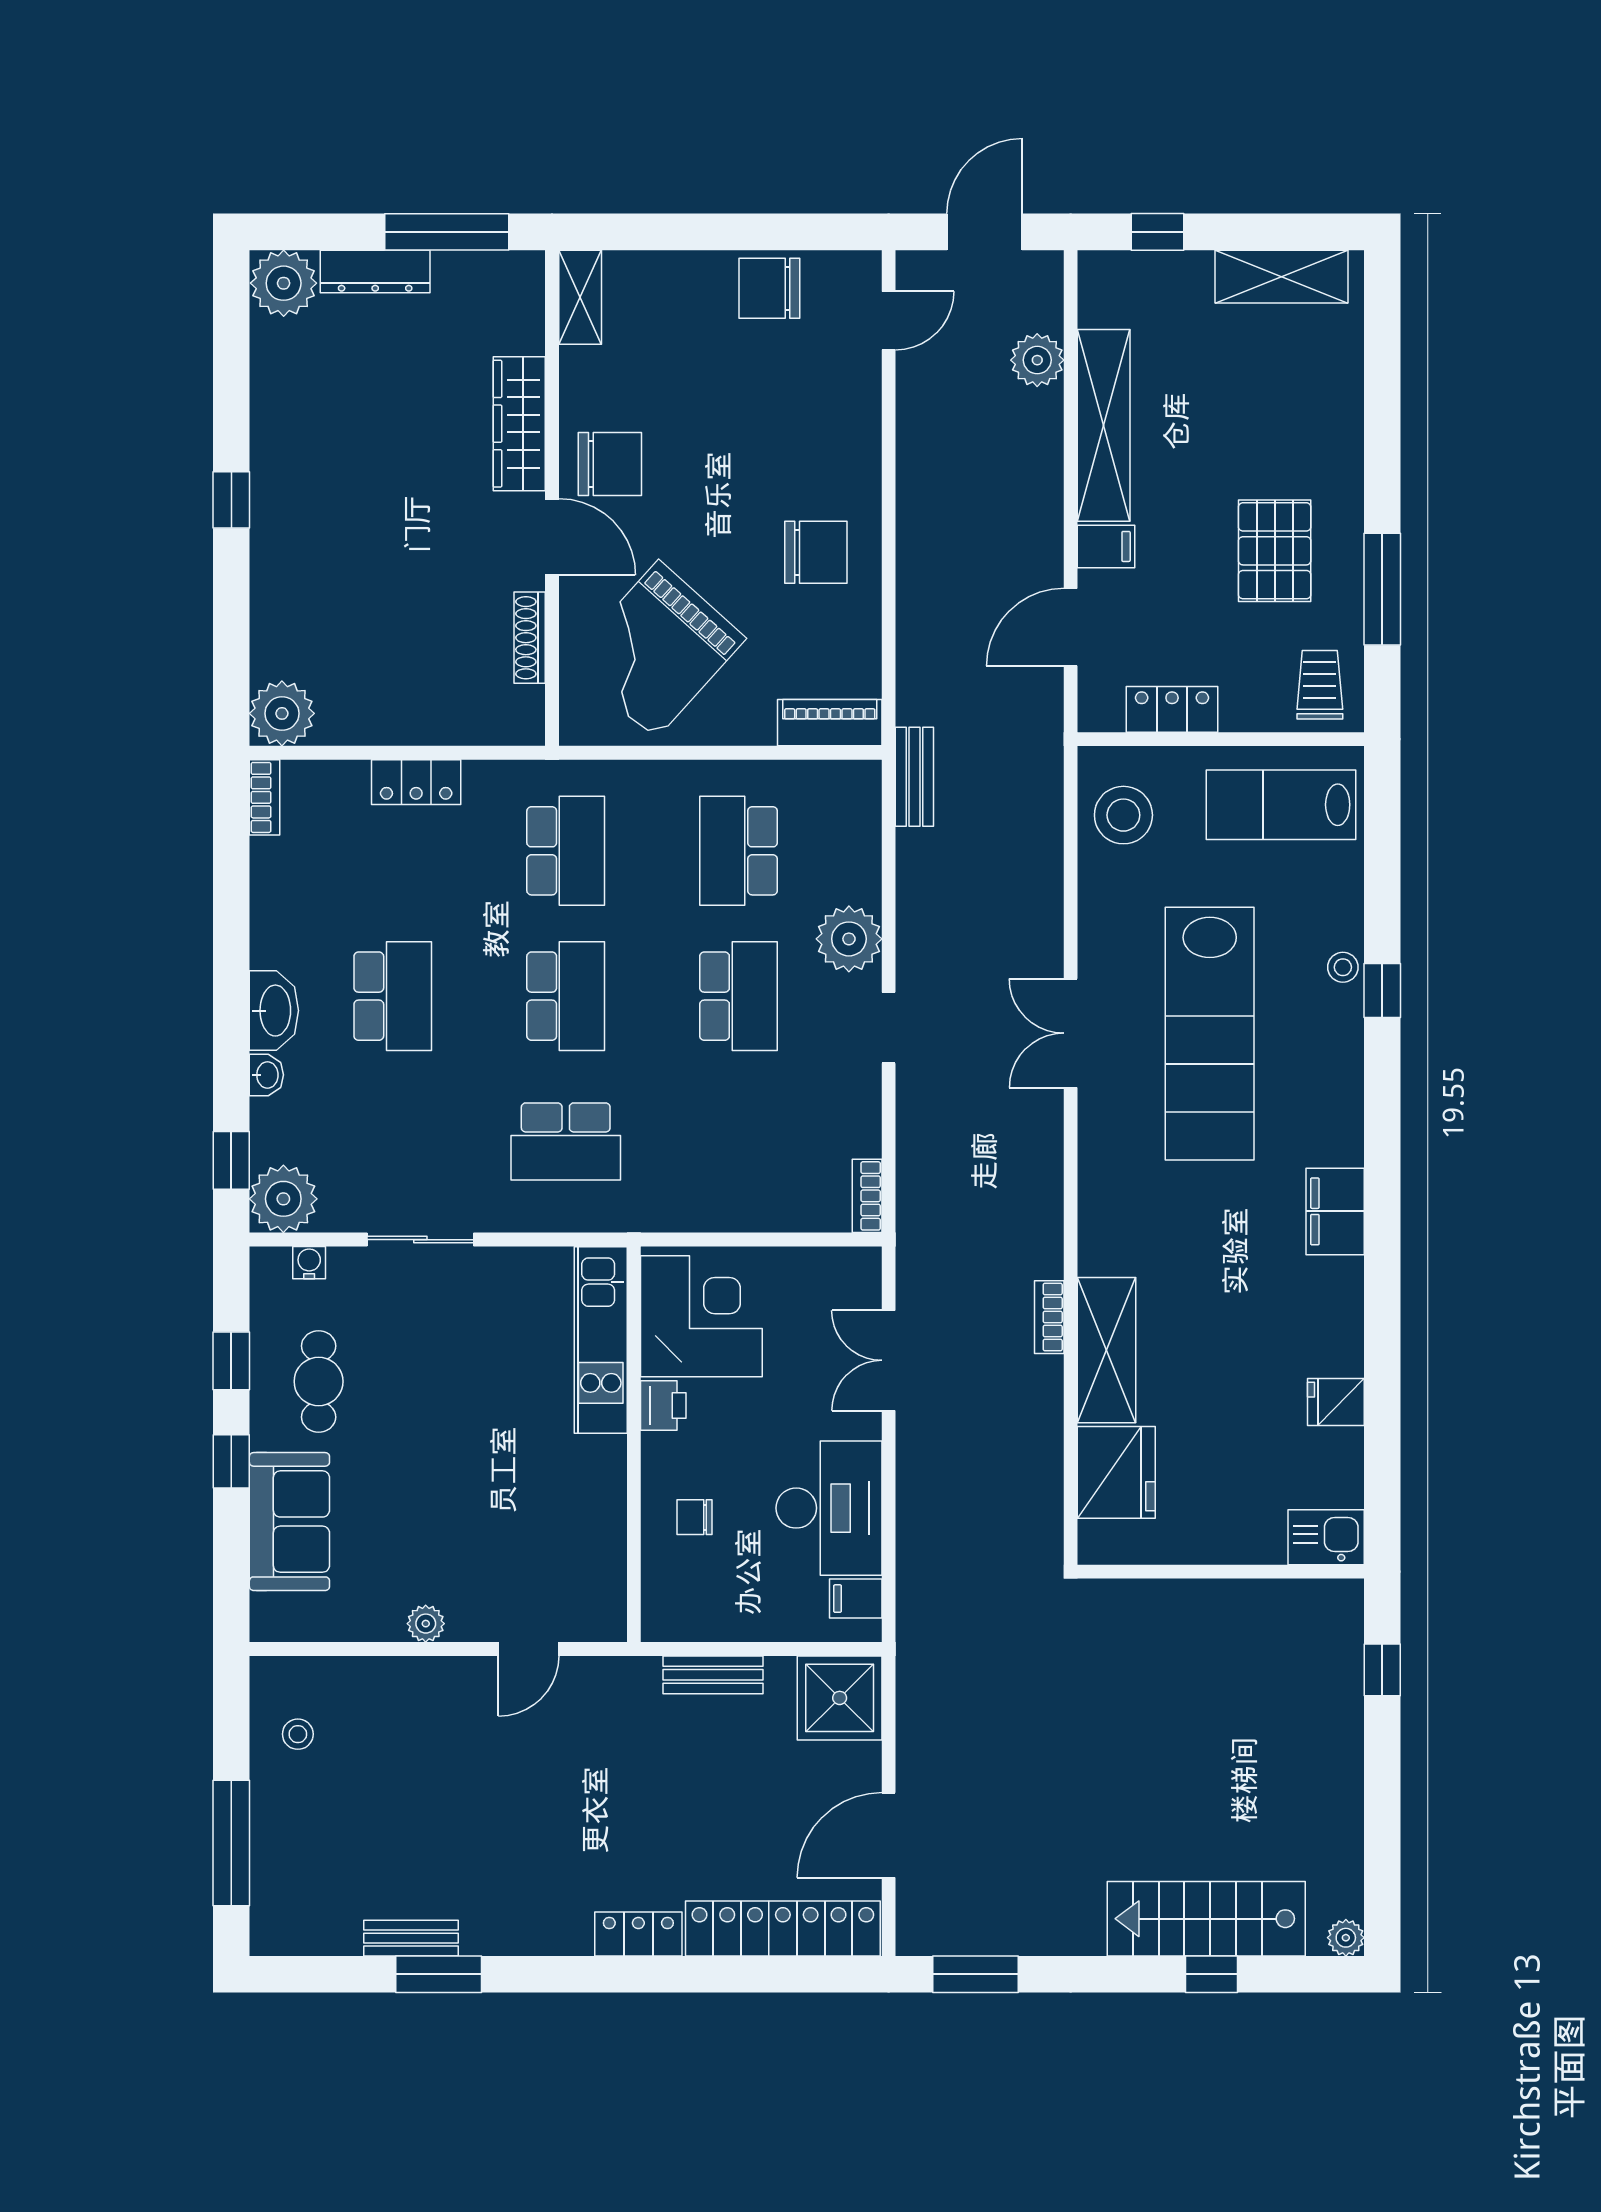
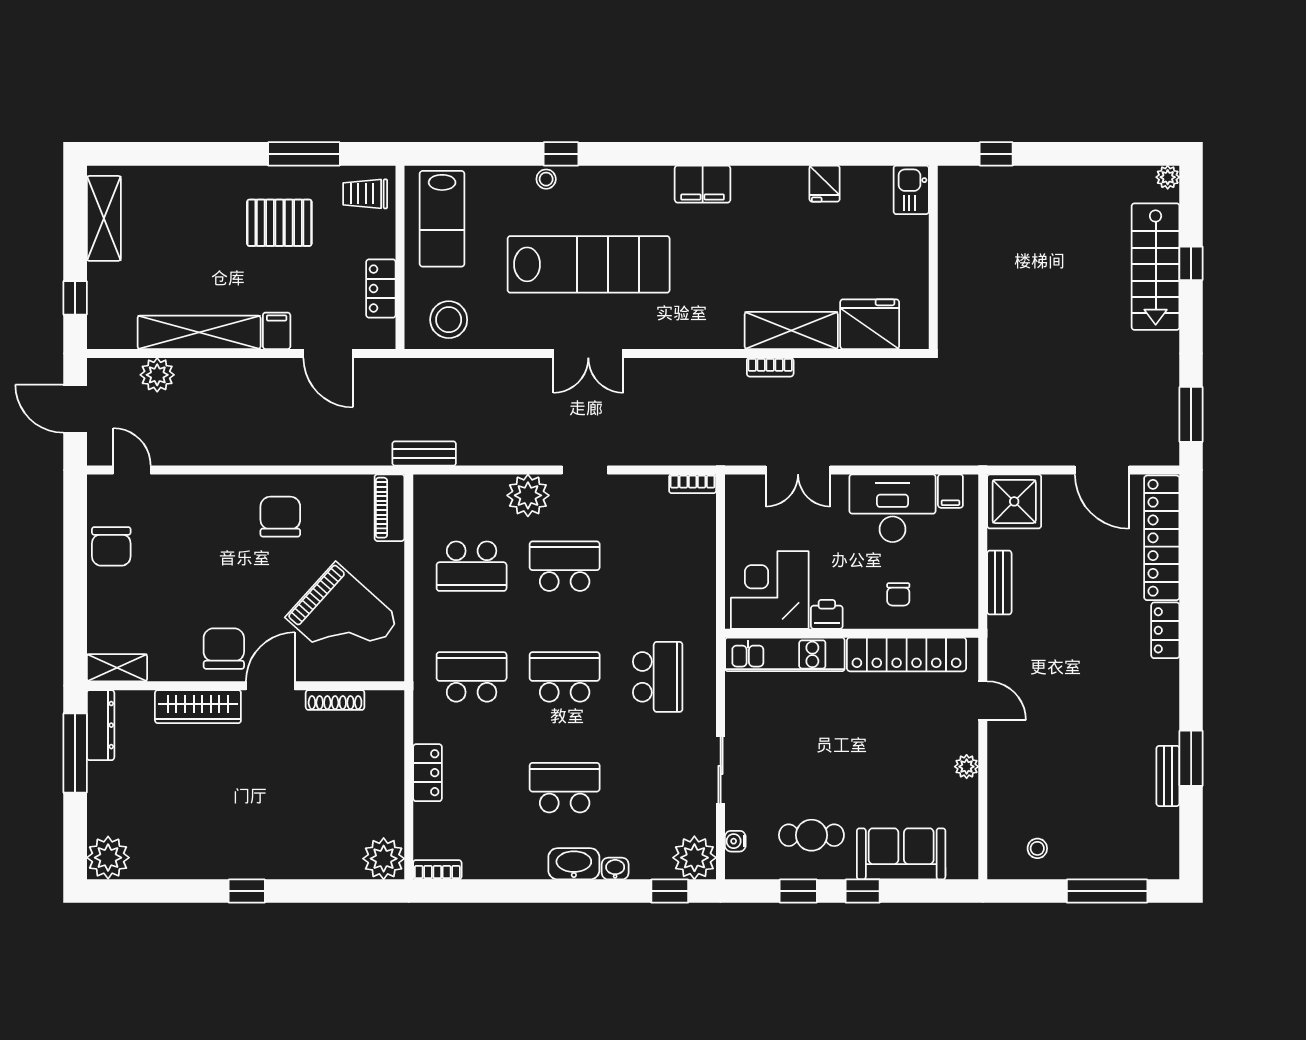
dresser: (375, 272) -> (101, 725), moved
locker: (601, 1530) -> (907, 654), added

